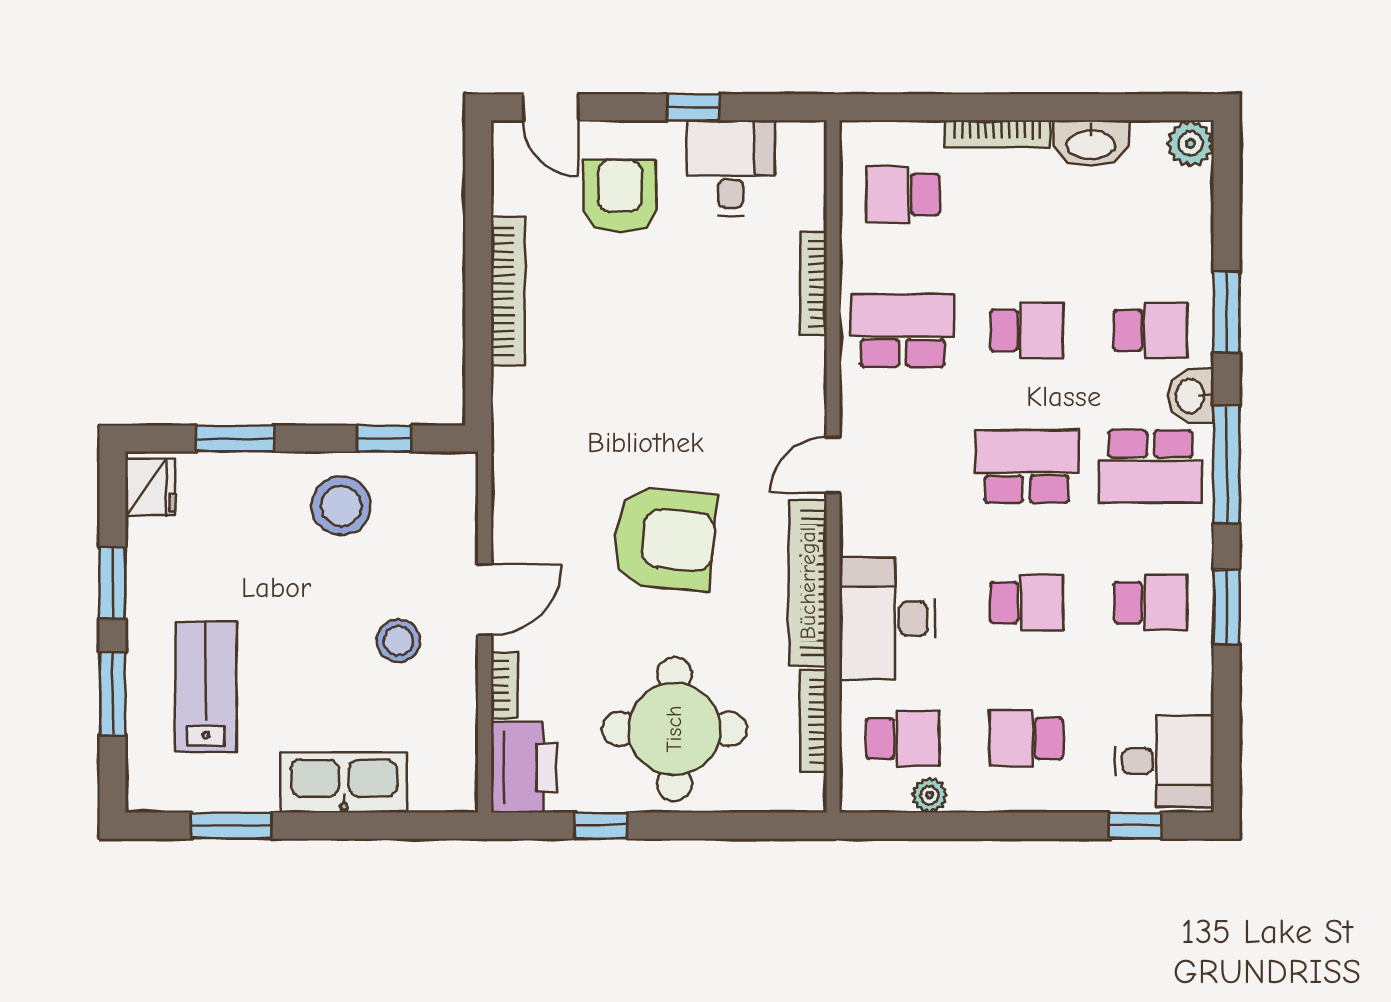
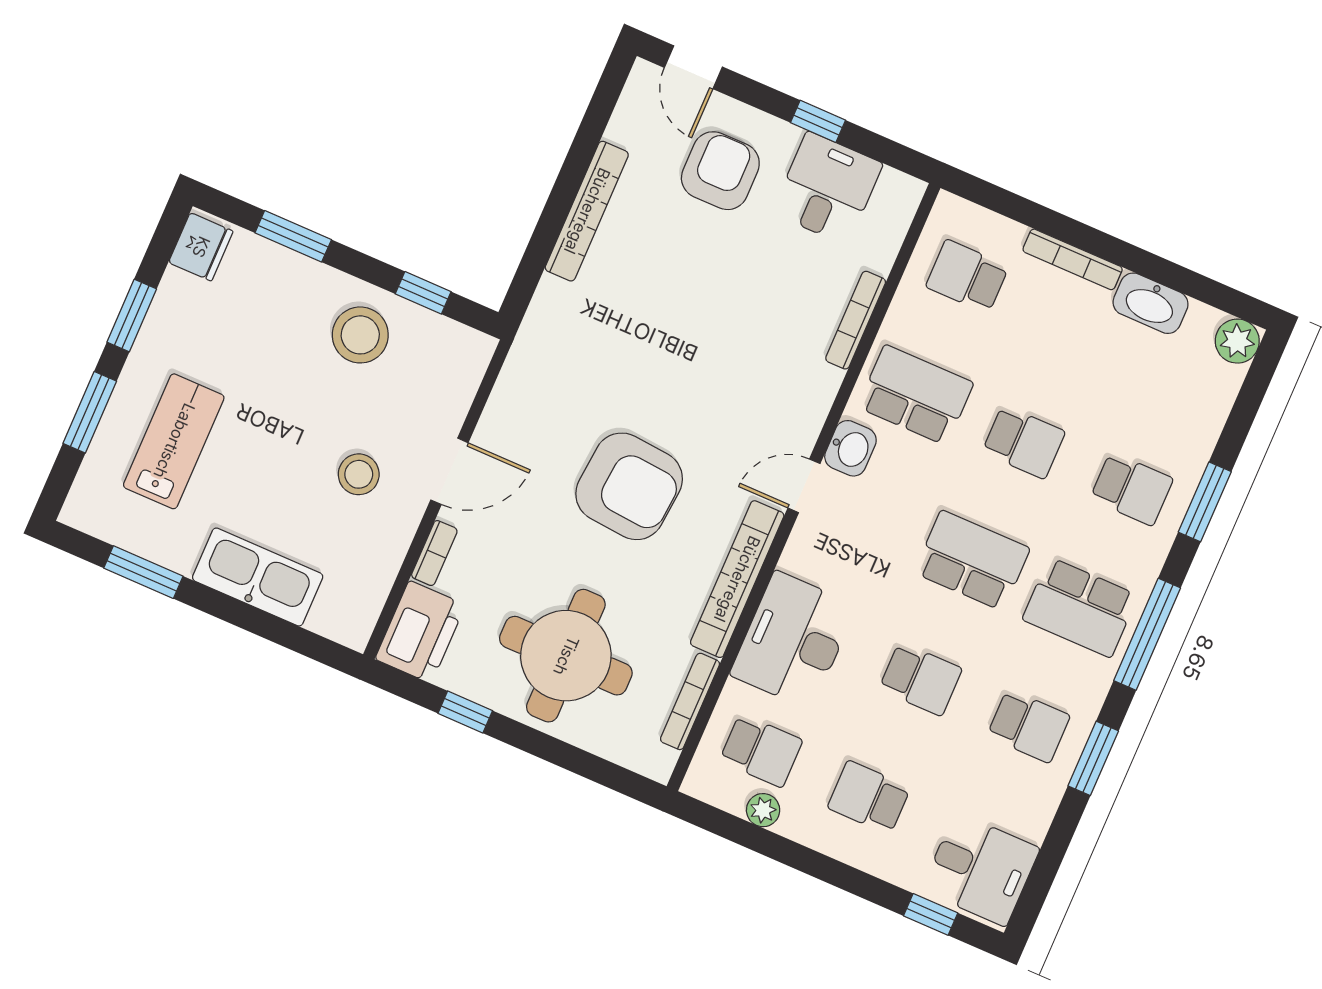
washbasin: (1191, 396) -> (850, 448), moved, turned 180

